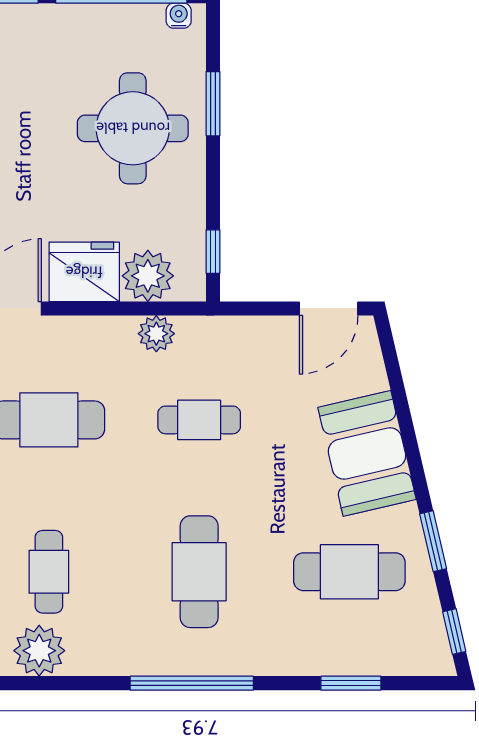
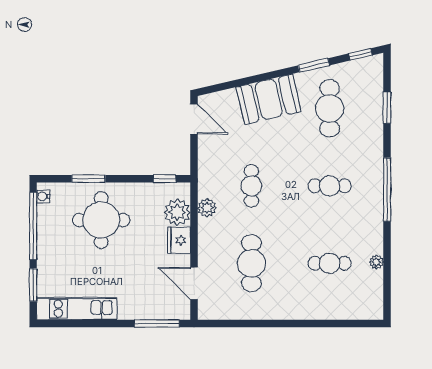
fridge: (84, 272) -> (179, 240), width x0.73, depth x0.75
cafe table: (199, 572) -> (330, 186), width x0.73, depth x0.74
plant: (39, 651) -> (376, 262), width x0.53, depth x0.53

